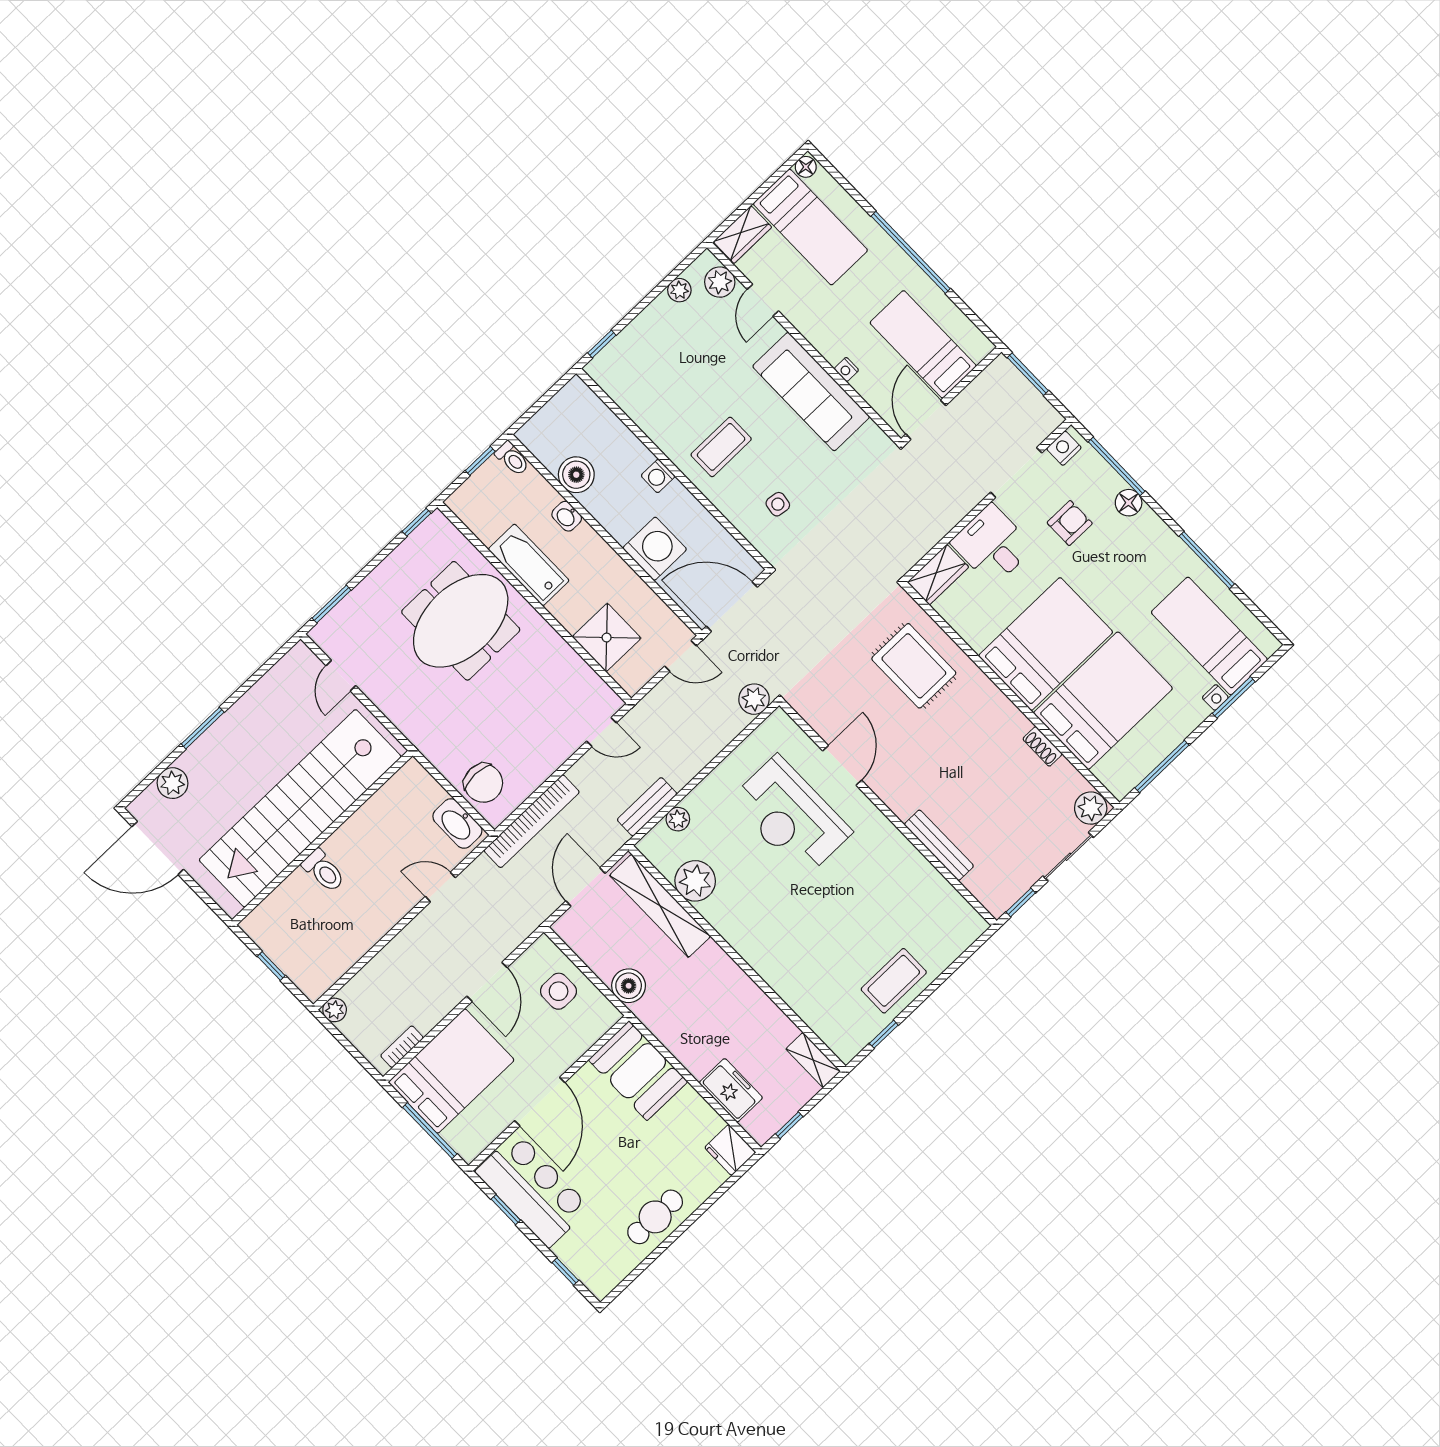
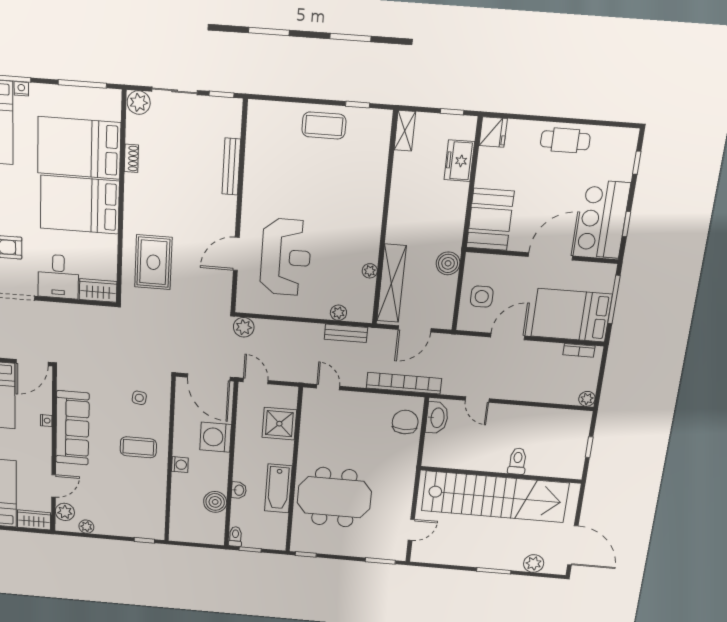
plant: (695, 881) -> (370, 271), width x0.53, depth x0.53

